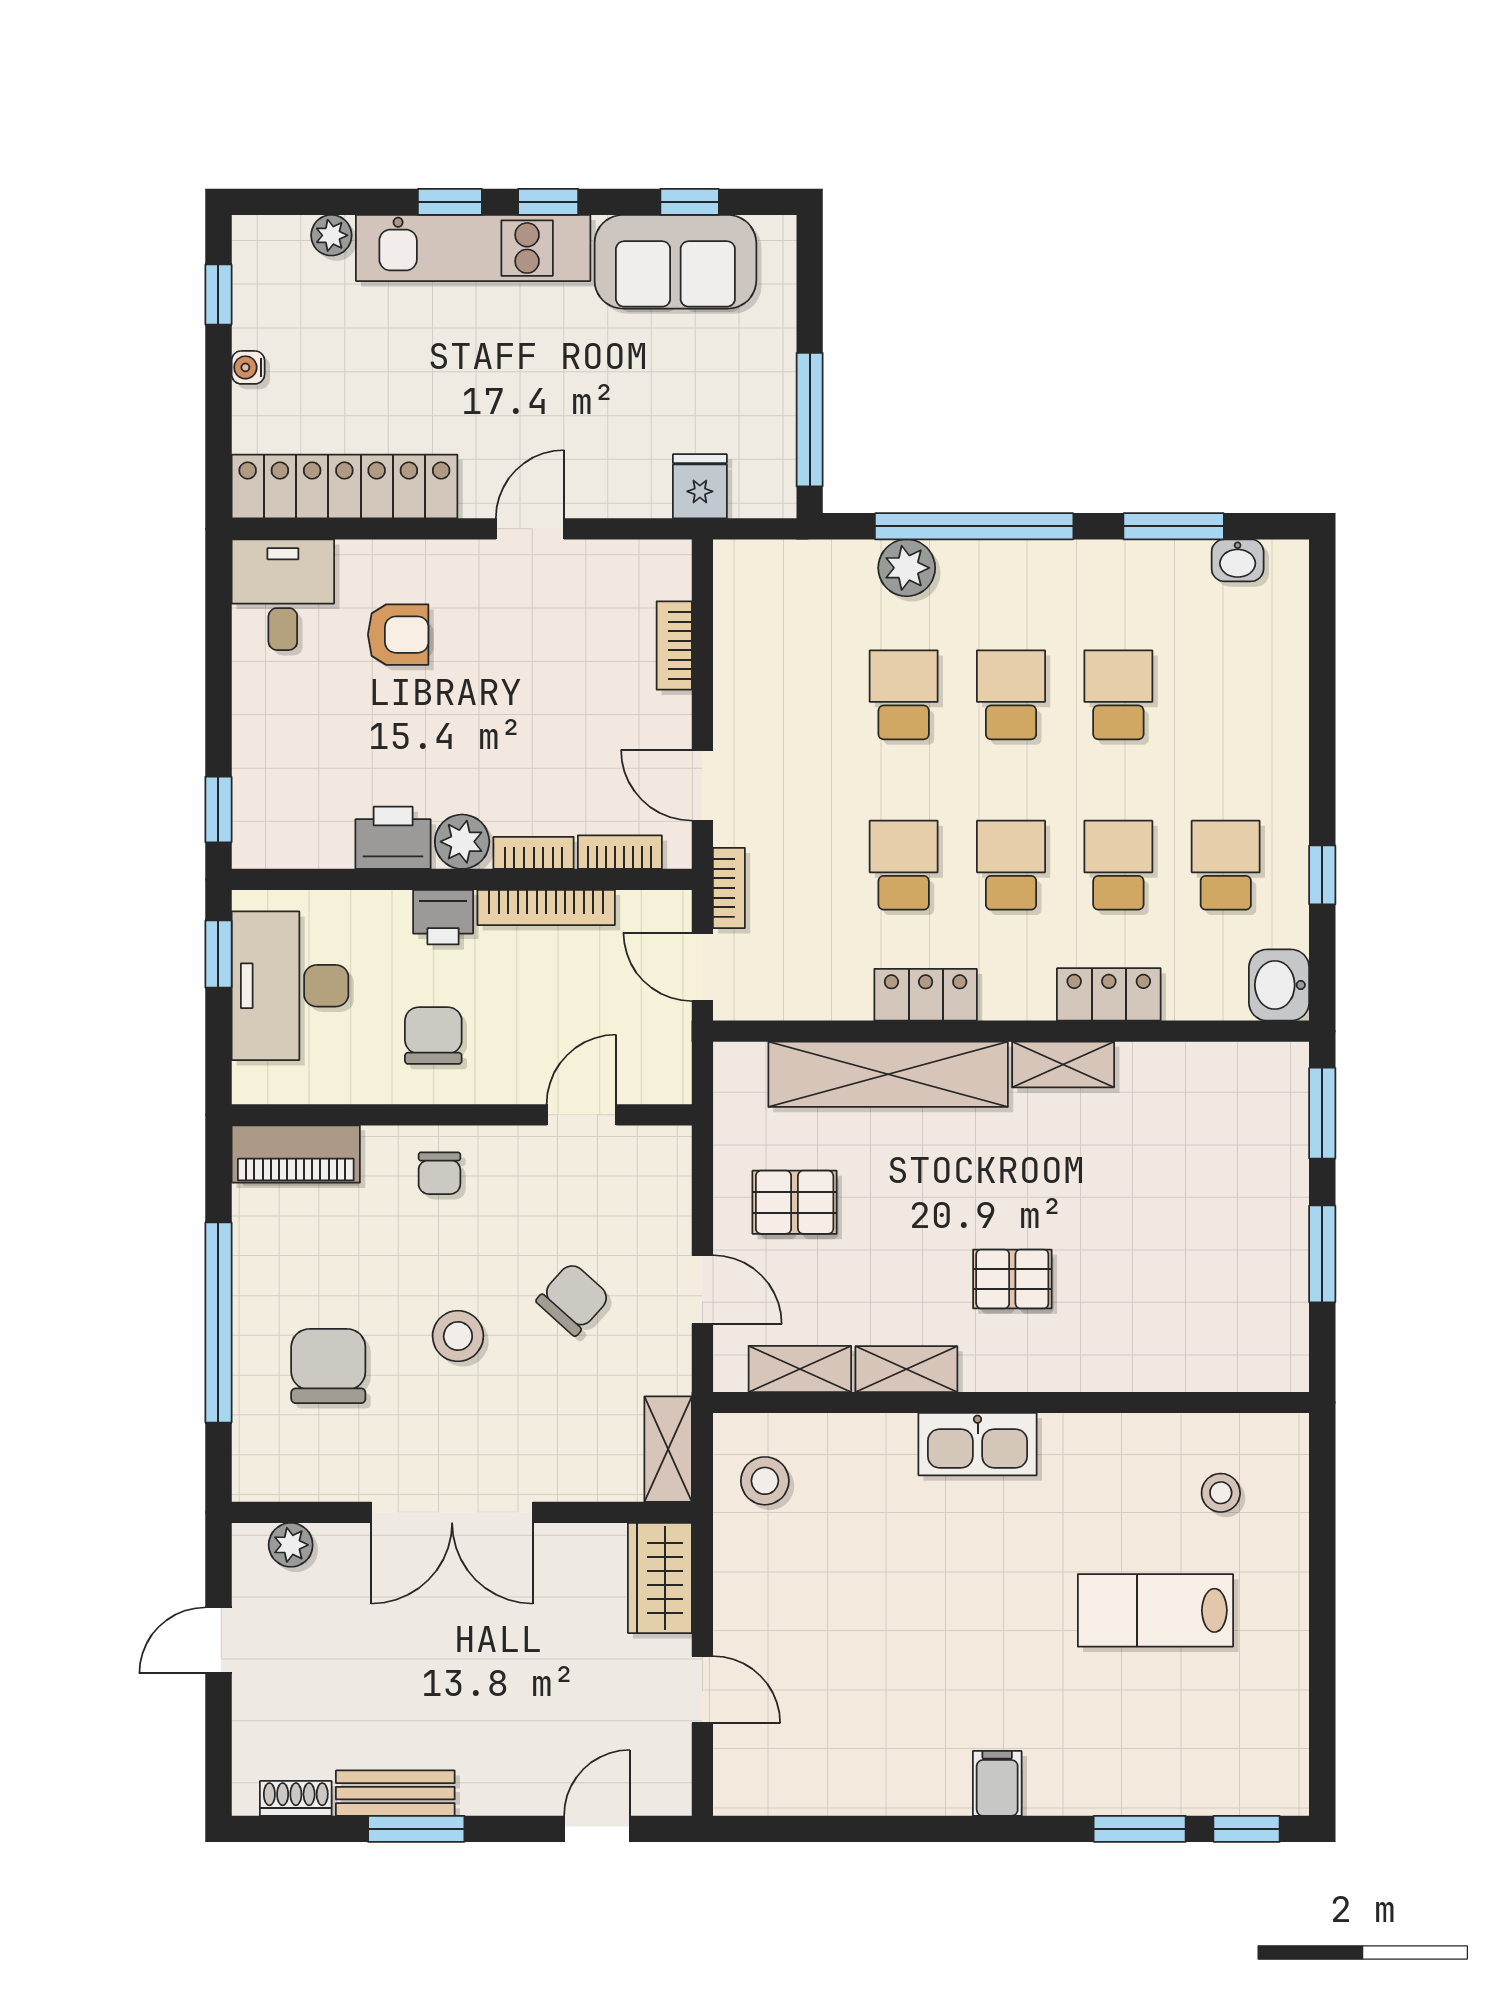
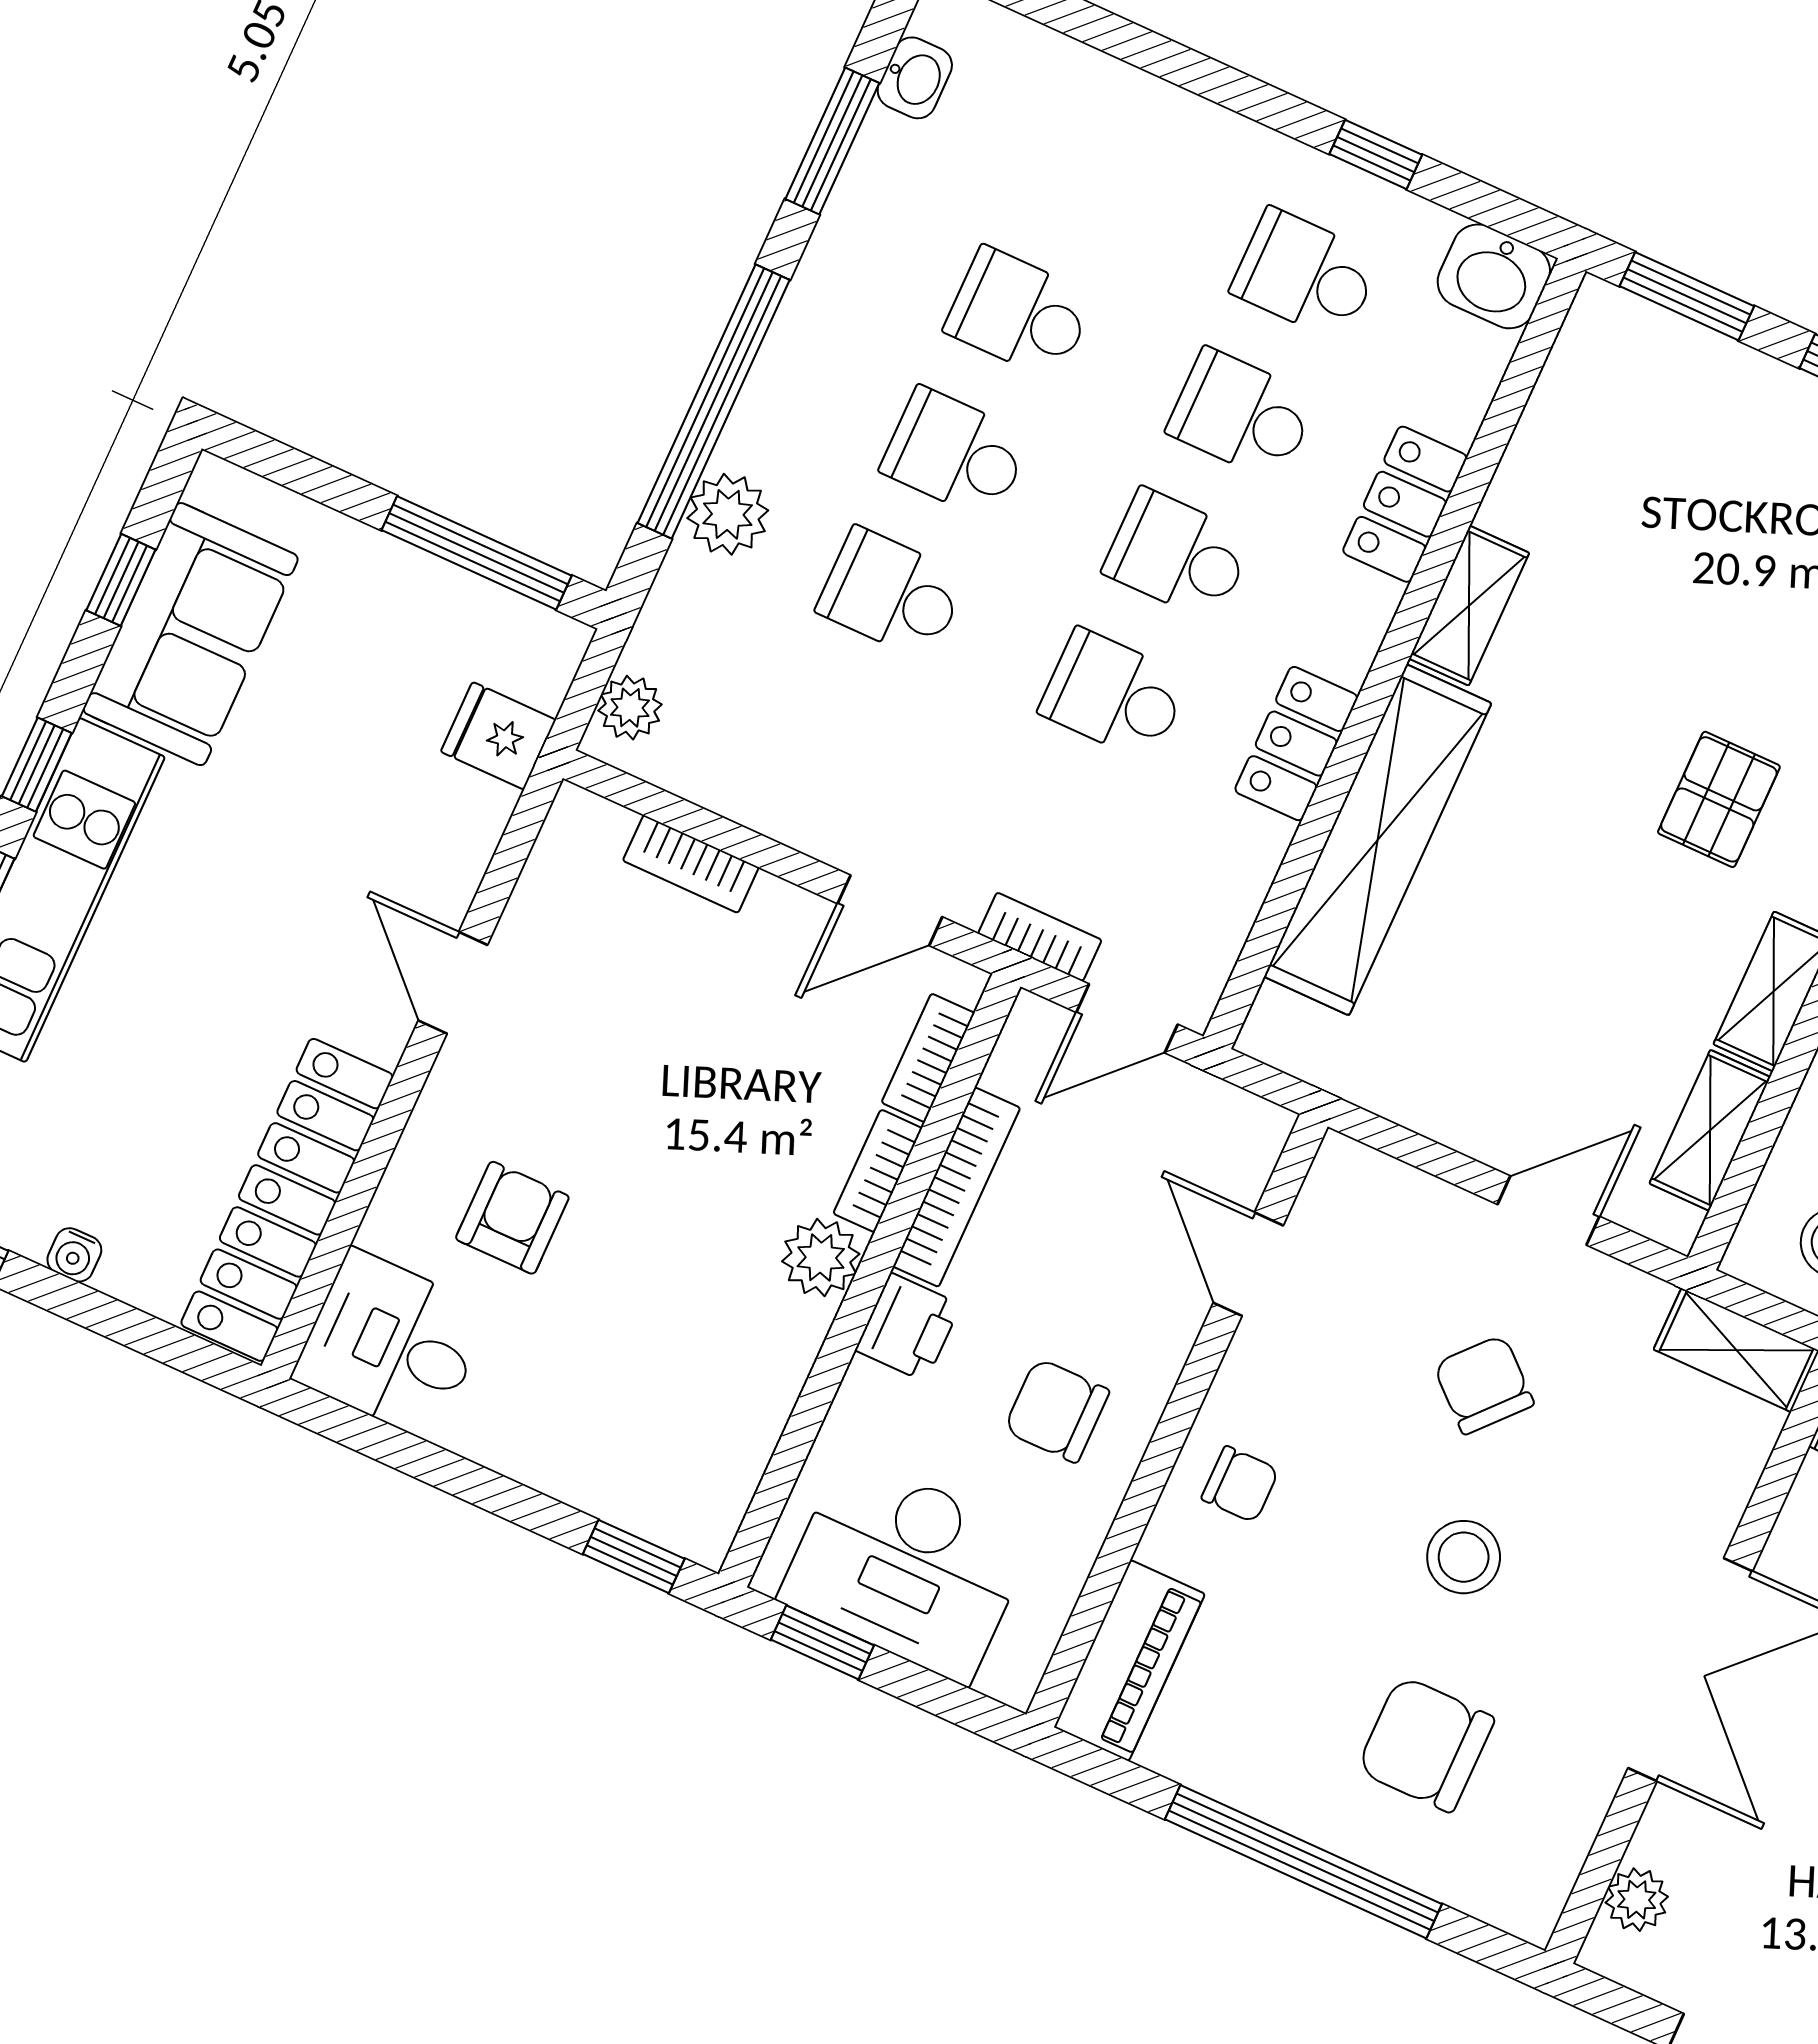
plant: (756, 562) -> (630, 708), added
printer: (393, 838) -> (775, 1345), removed
pallet: (795, 1202) -> (1489, 1038), removed

